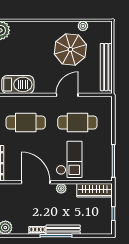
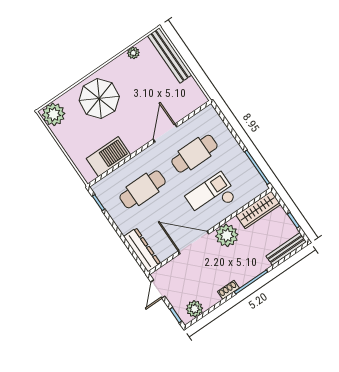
parasol: (70, 49) -> (99, 99), moved
bench: (106, 67) -> (170, 55), moved
checkout: (69, 159) -> (212, 196), turned -90
plant: (61, 188) -> (227, 235), width x1.87, depth x1.87
bench: (63, 230) -> (286, 249), moved

